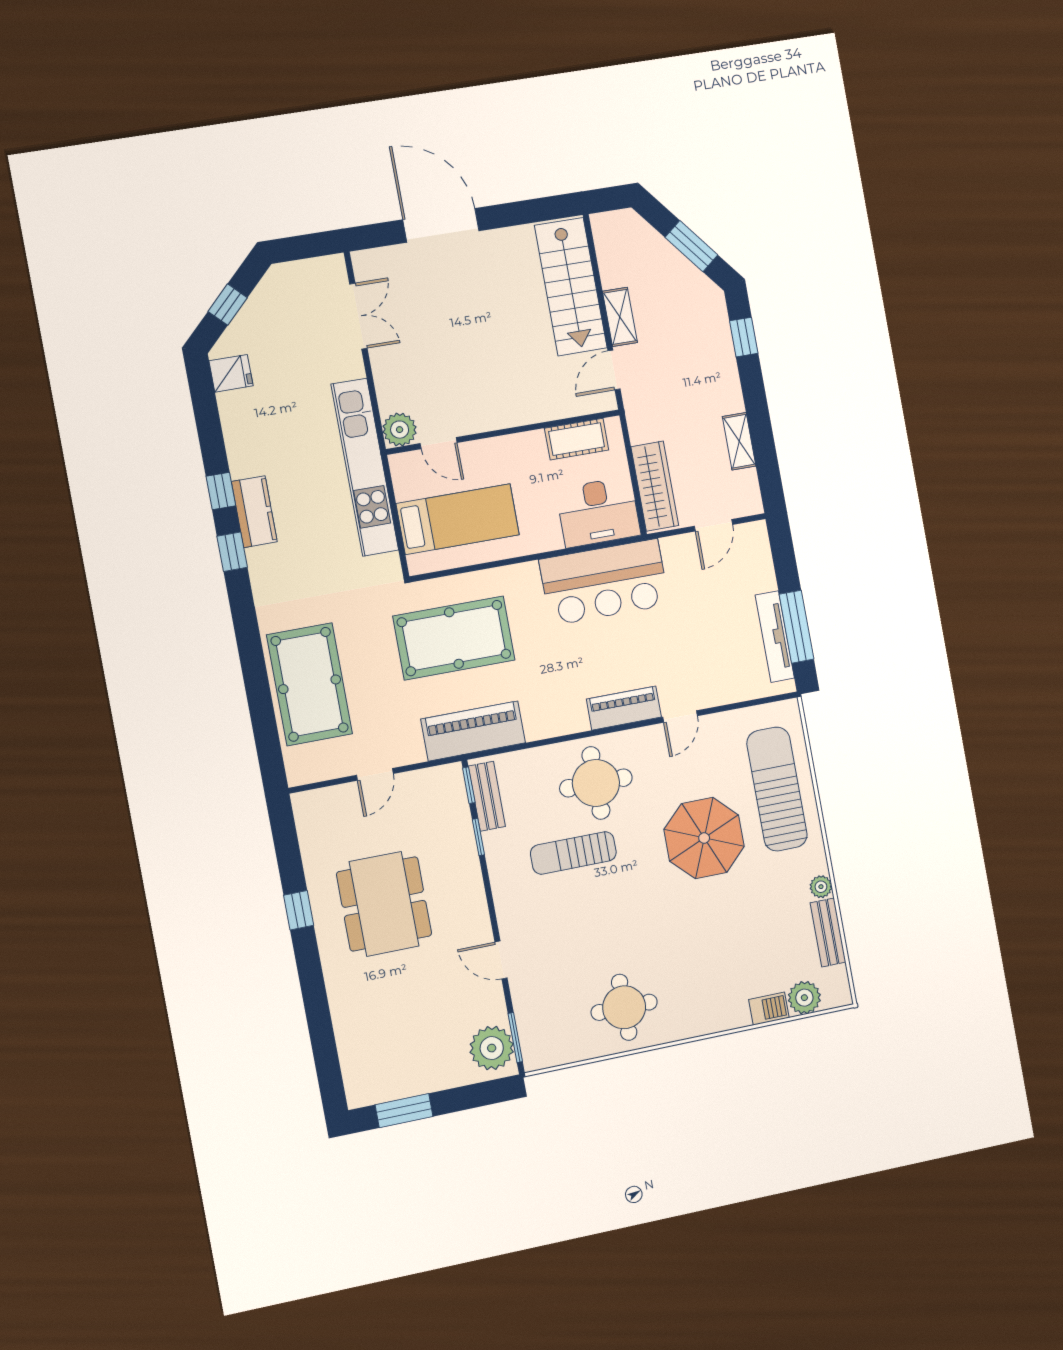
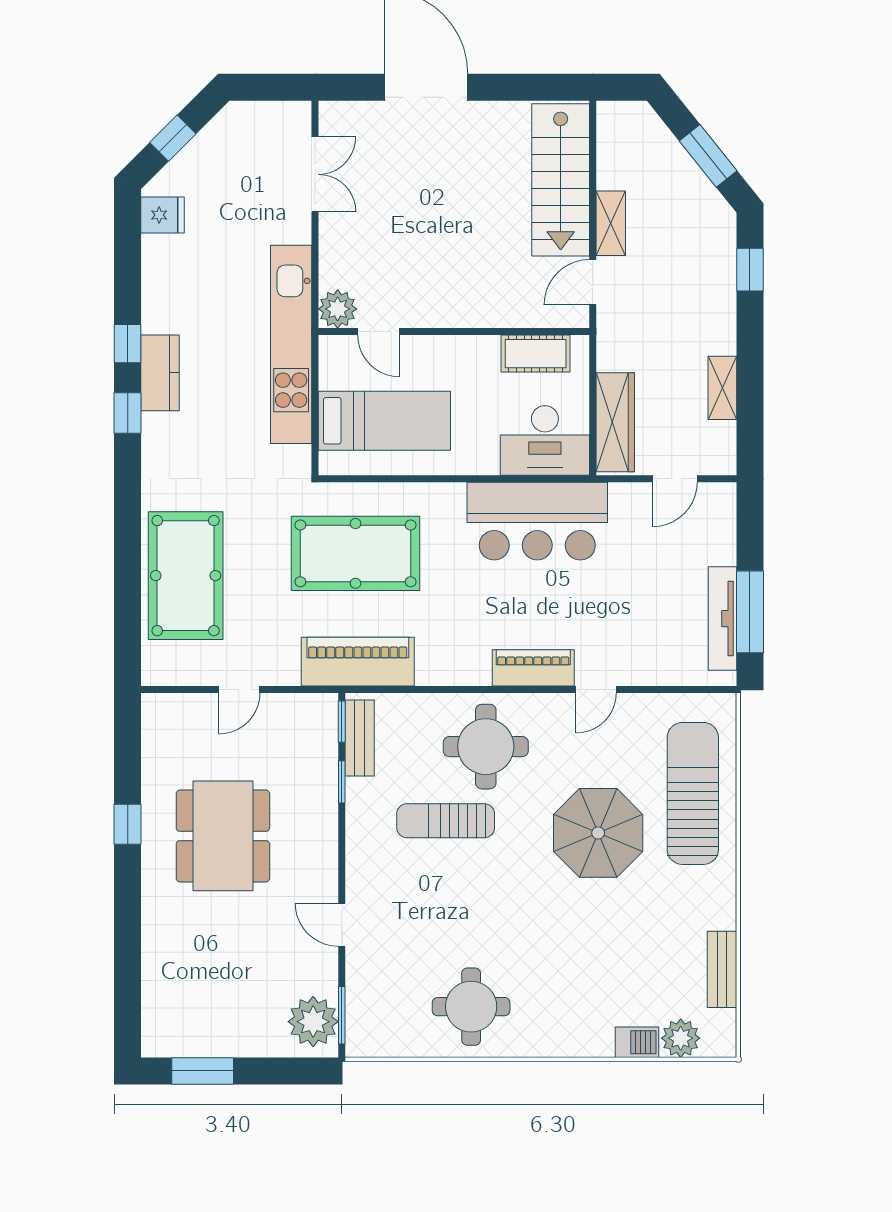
plant: (821, 887) -> (723, 915), removed

